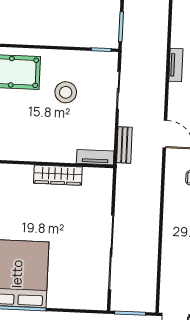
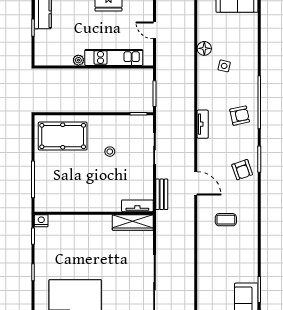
stool: (66, 92) -> (110, 152), width x0.53, depth x0.53
wardrobe: (58, 175) -> (133, 222), moved

